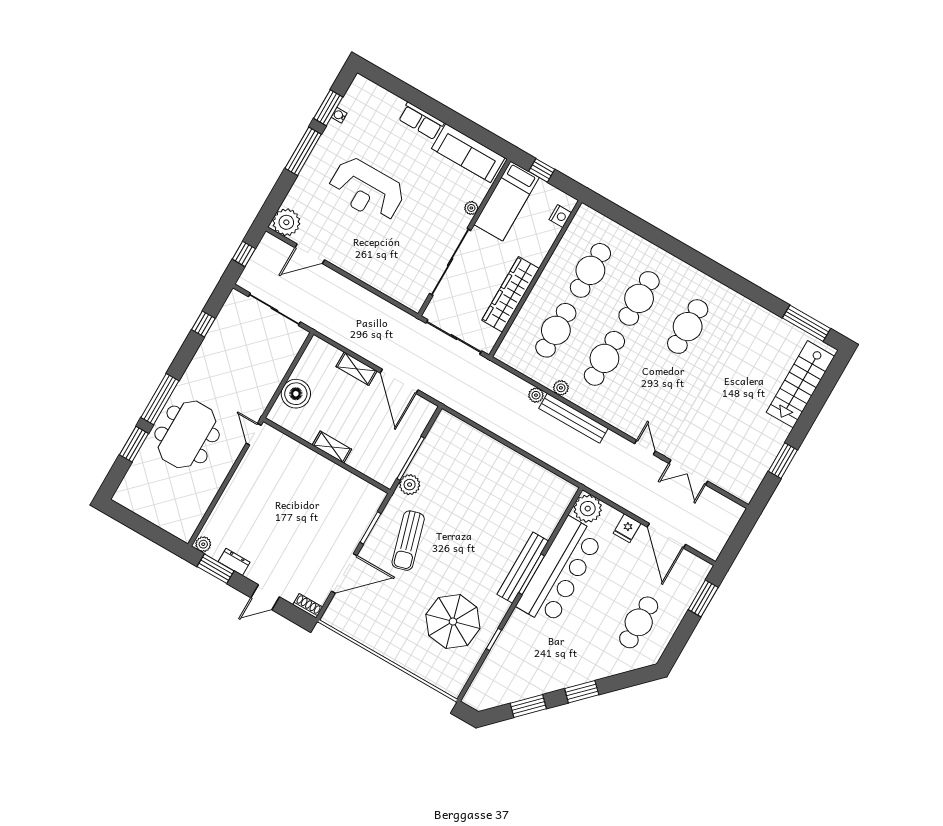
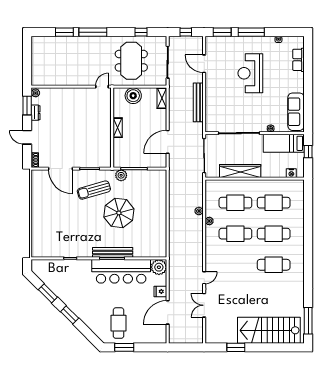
window: (328, 108) -> (222, 32), moved
row of seats: (421, 121) -> (298, 60), moved
plant: (286, 222) -> (213, 44), removed
shelving: (356, 369) -> (162, 98), moved
stairs: (800, 384) -> (269, 330), width x1.36, depth x1.51
bench: (573, 418) -> (198, 102), moved
meeting table: (187, 434) -> (131, 61), moved, turned 90
window: (703, 598) -> (124, 347), moved
parasol: (453, 622) -> (119, 213), moved
cafe table: (639, 622) -> (118, 323), turned 90

